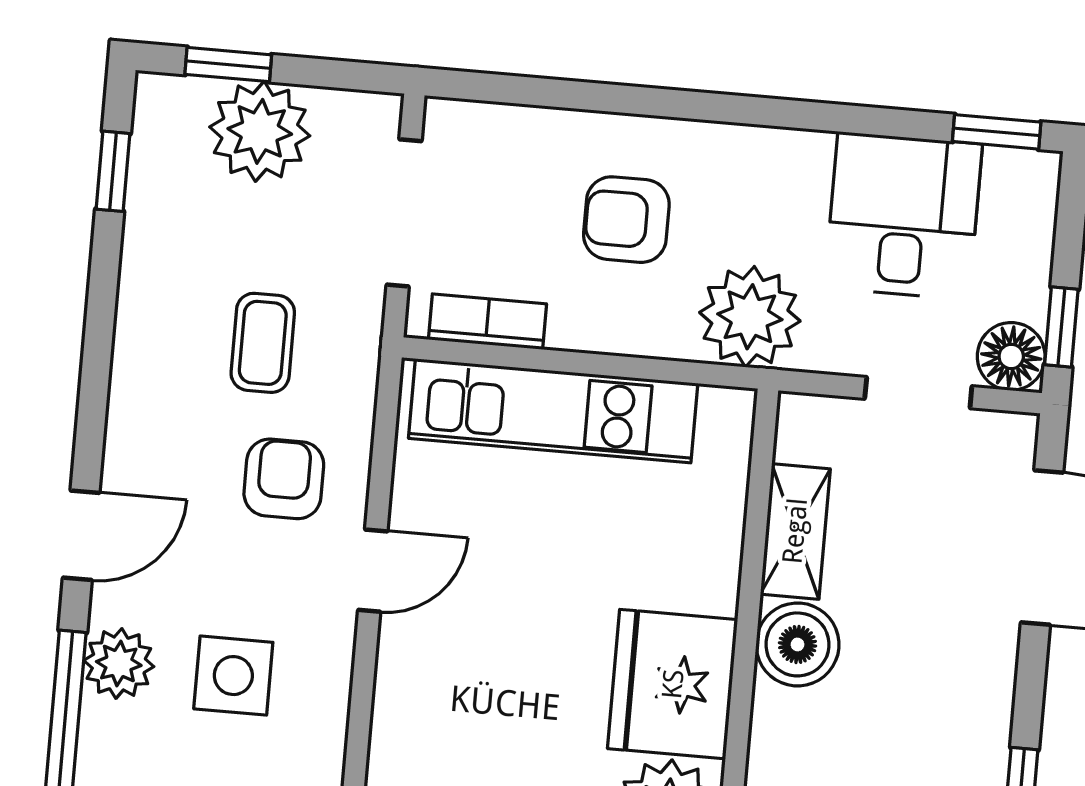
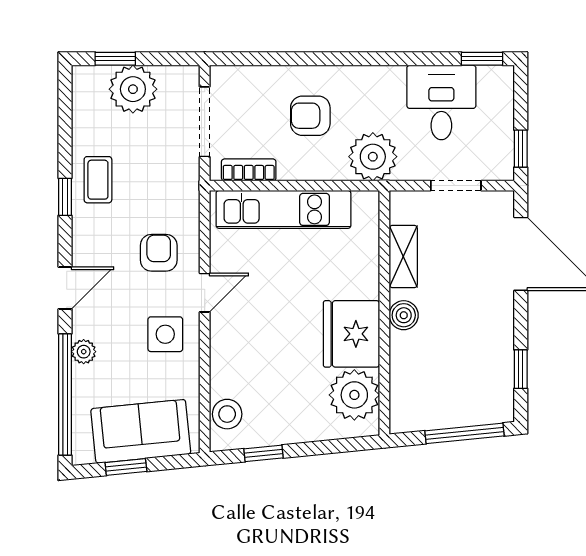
window: (113, 171) -> (65, 197), moved
coffee table: (263, 343) -> (98, 180), moved
floor lamp: (1011, 356) -> (498, 165), removed
boiler: (797, 644) -> (404, 315), width x0.73, depth x0.73
plant: (119, 663) -> (84, 352), width x0.73, depth x0.73
side table: (233, 676) -> (165, 334), moved

